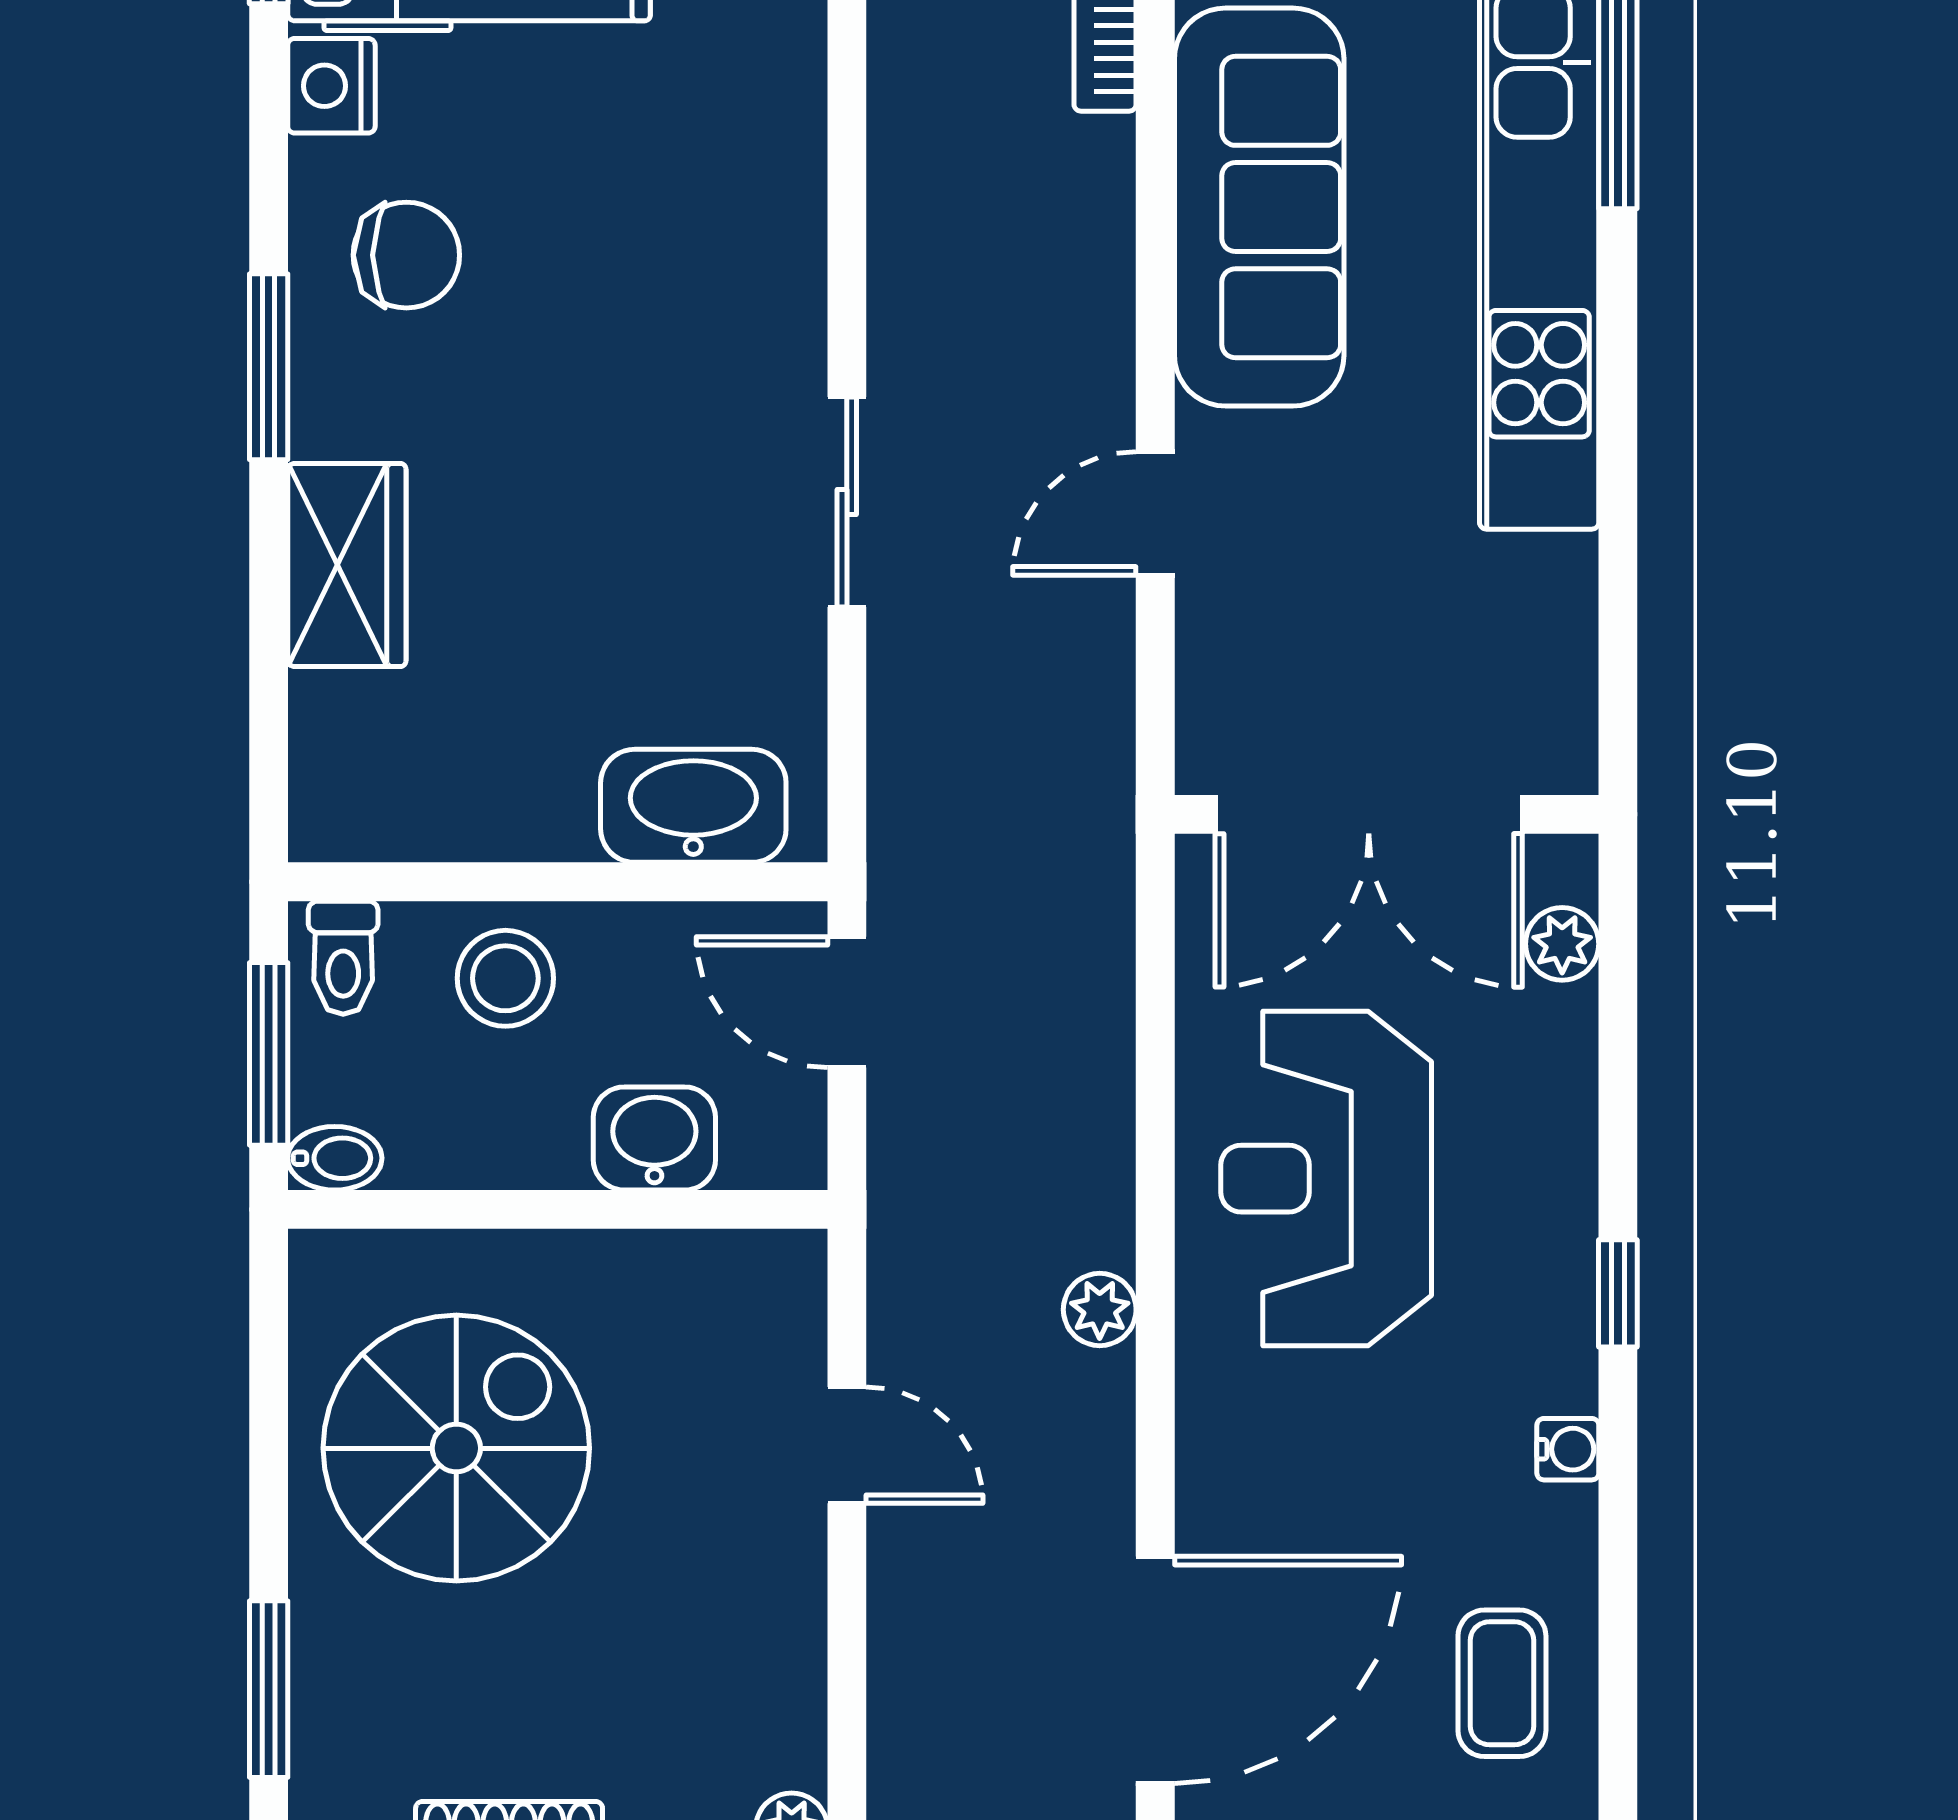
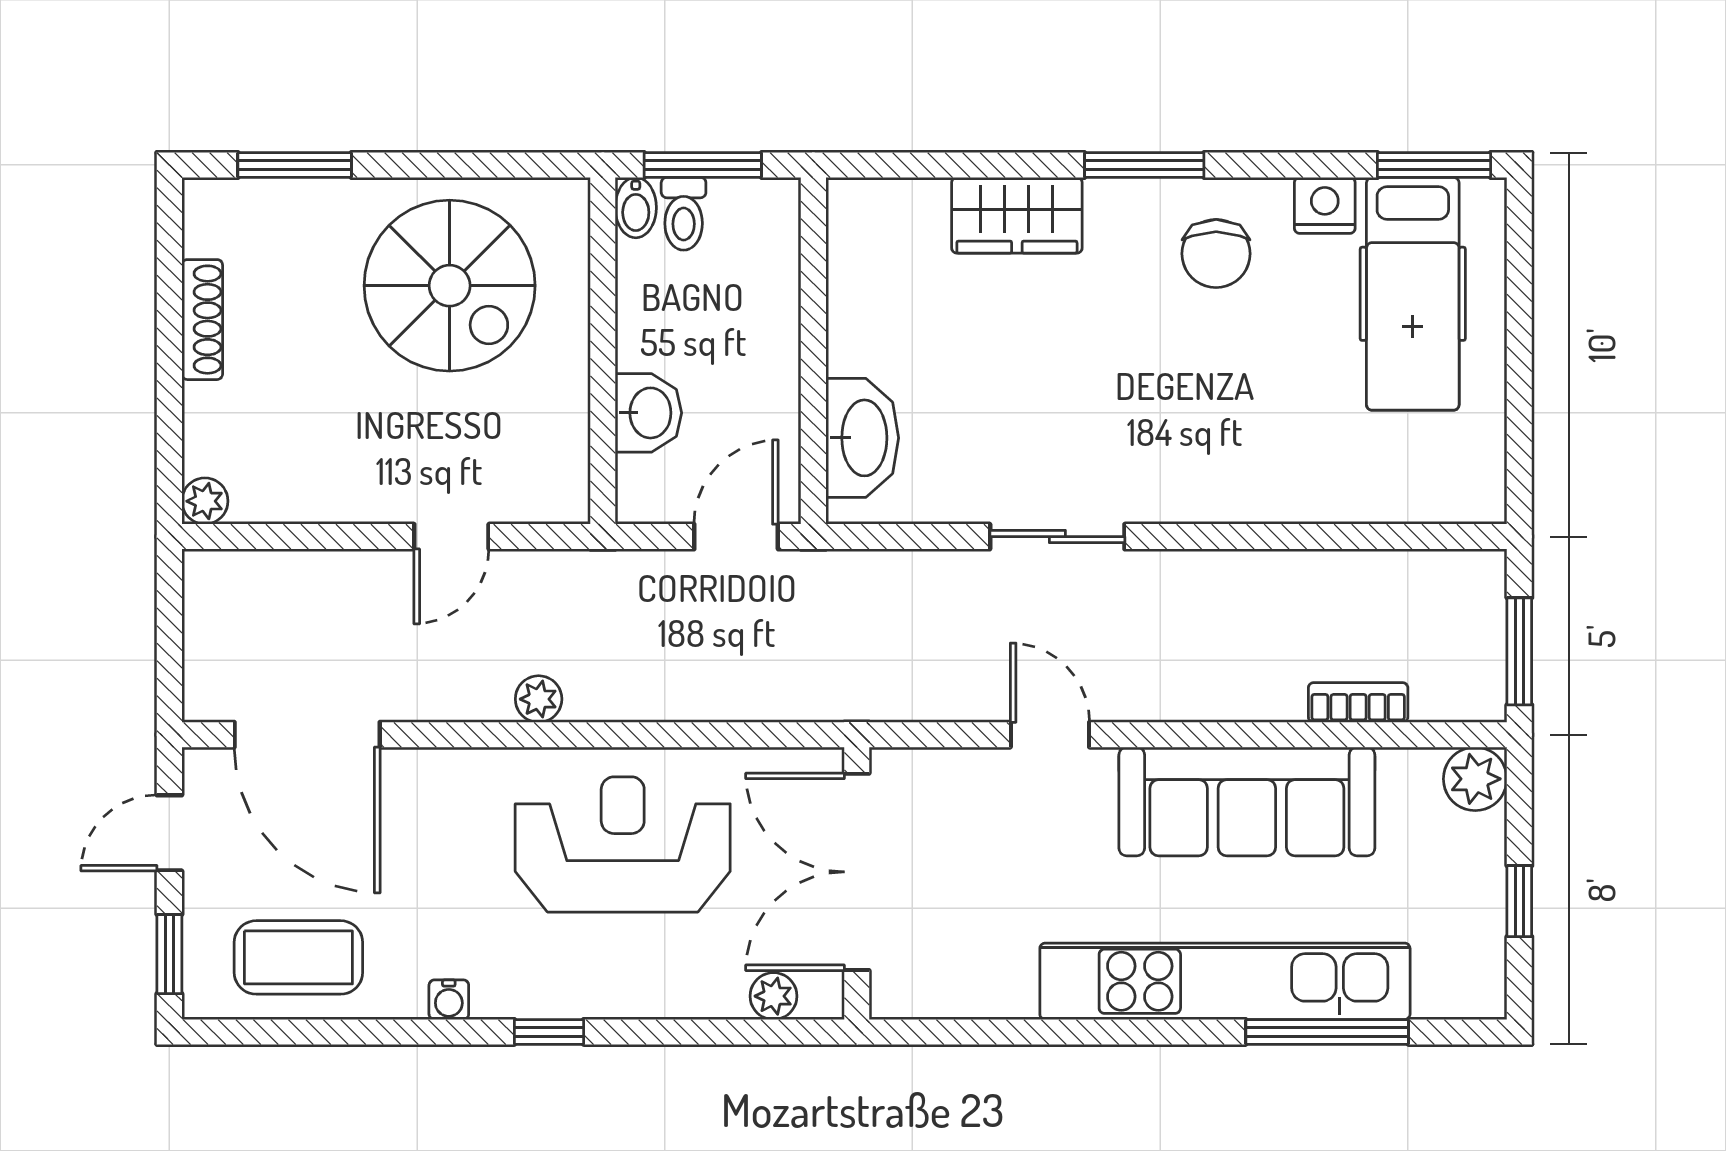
toilet: (343, 958) -> (684, 214), moved, turned -90
stool: (505, 978) -> (751, 317), removed
coffee table: (1502, 1683) -> (298, 957), width x1.36, depth x1.30

